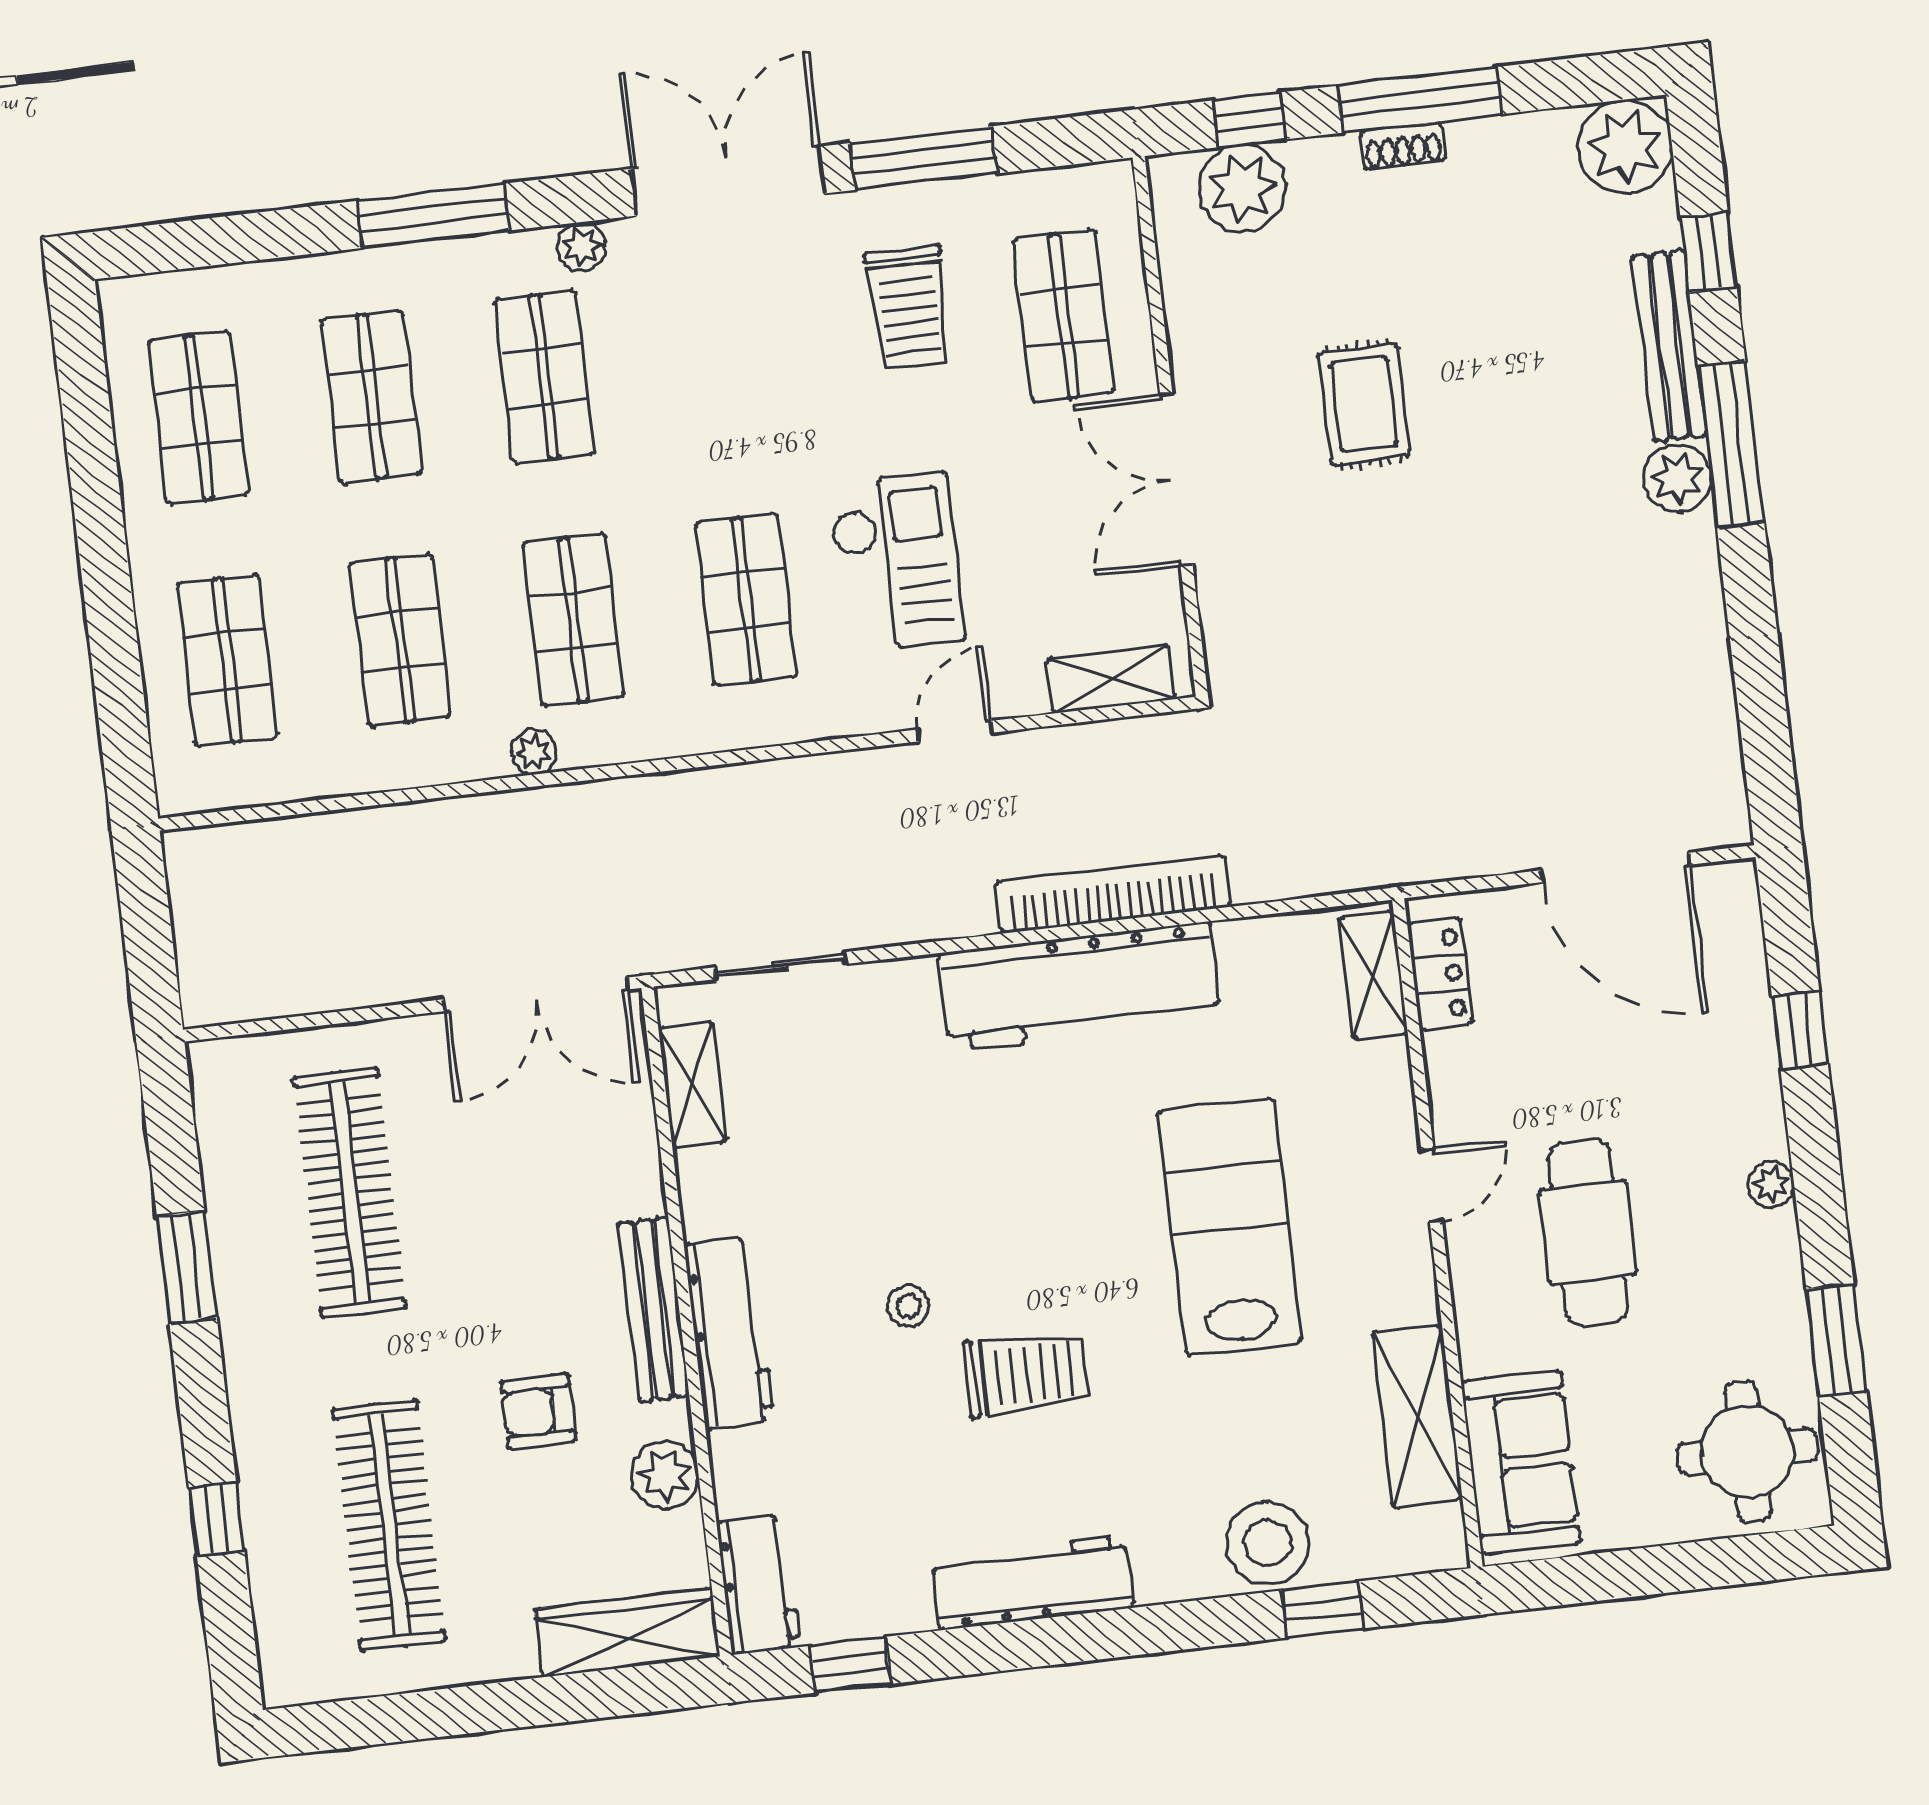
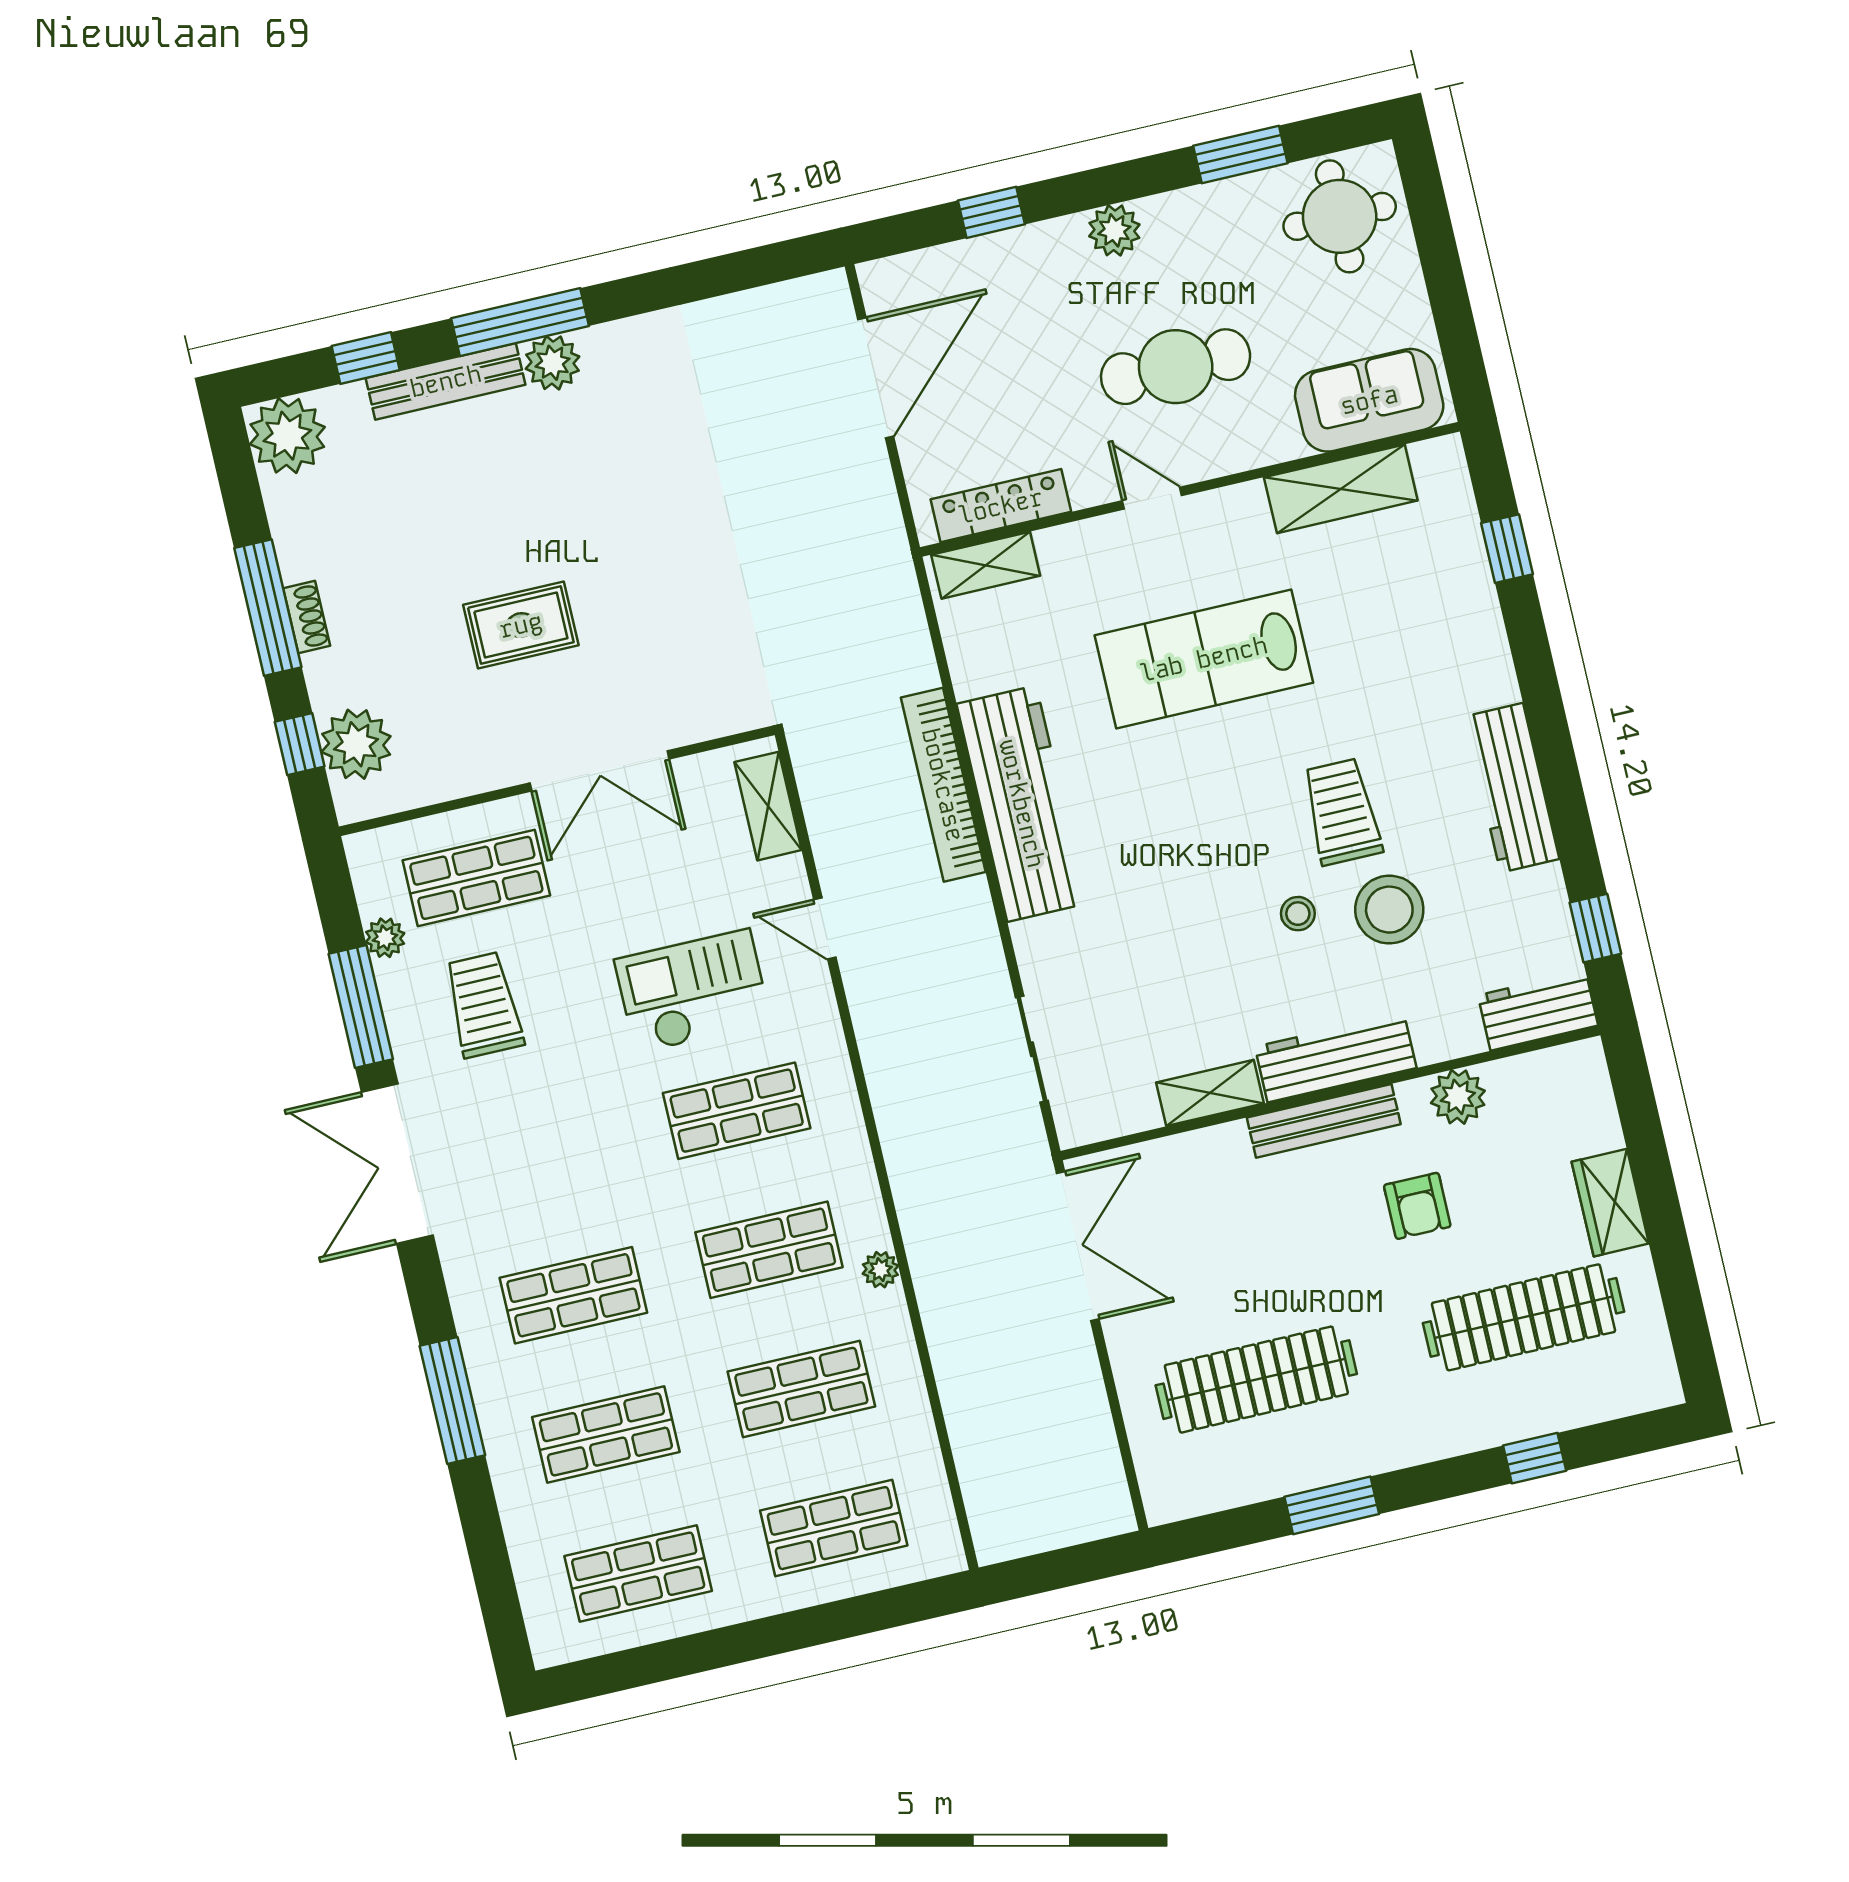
plant: (581, 247) -> (385, 938), moved
trolley: (909, 307) -> (484, 1005), turned -90
locker: (1440, 974) -> (1001, 506), width x1.53
shelving: (693, 1085) -> (1210, 1093), moved
plant: (1771, 1184) -> (1114, 230), width x1.38, depth x1.38
stool: (1267, 1543) -> (1389, 910), moved
wardrobe: (628, 1633) -> (1610, 1203), moved, width x0.67

